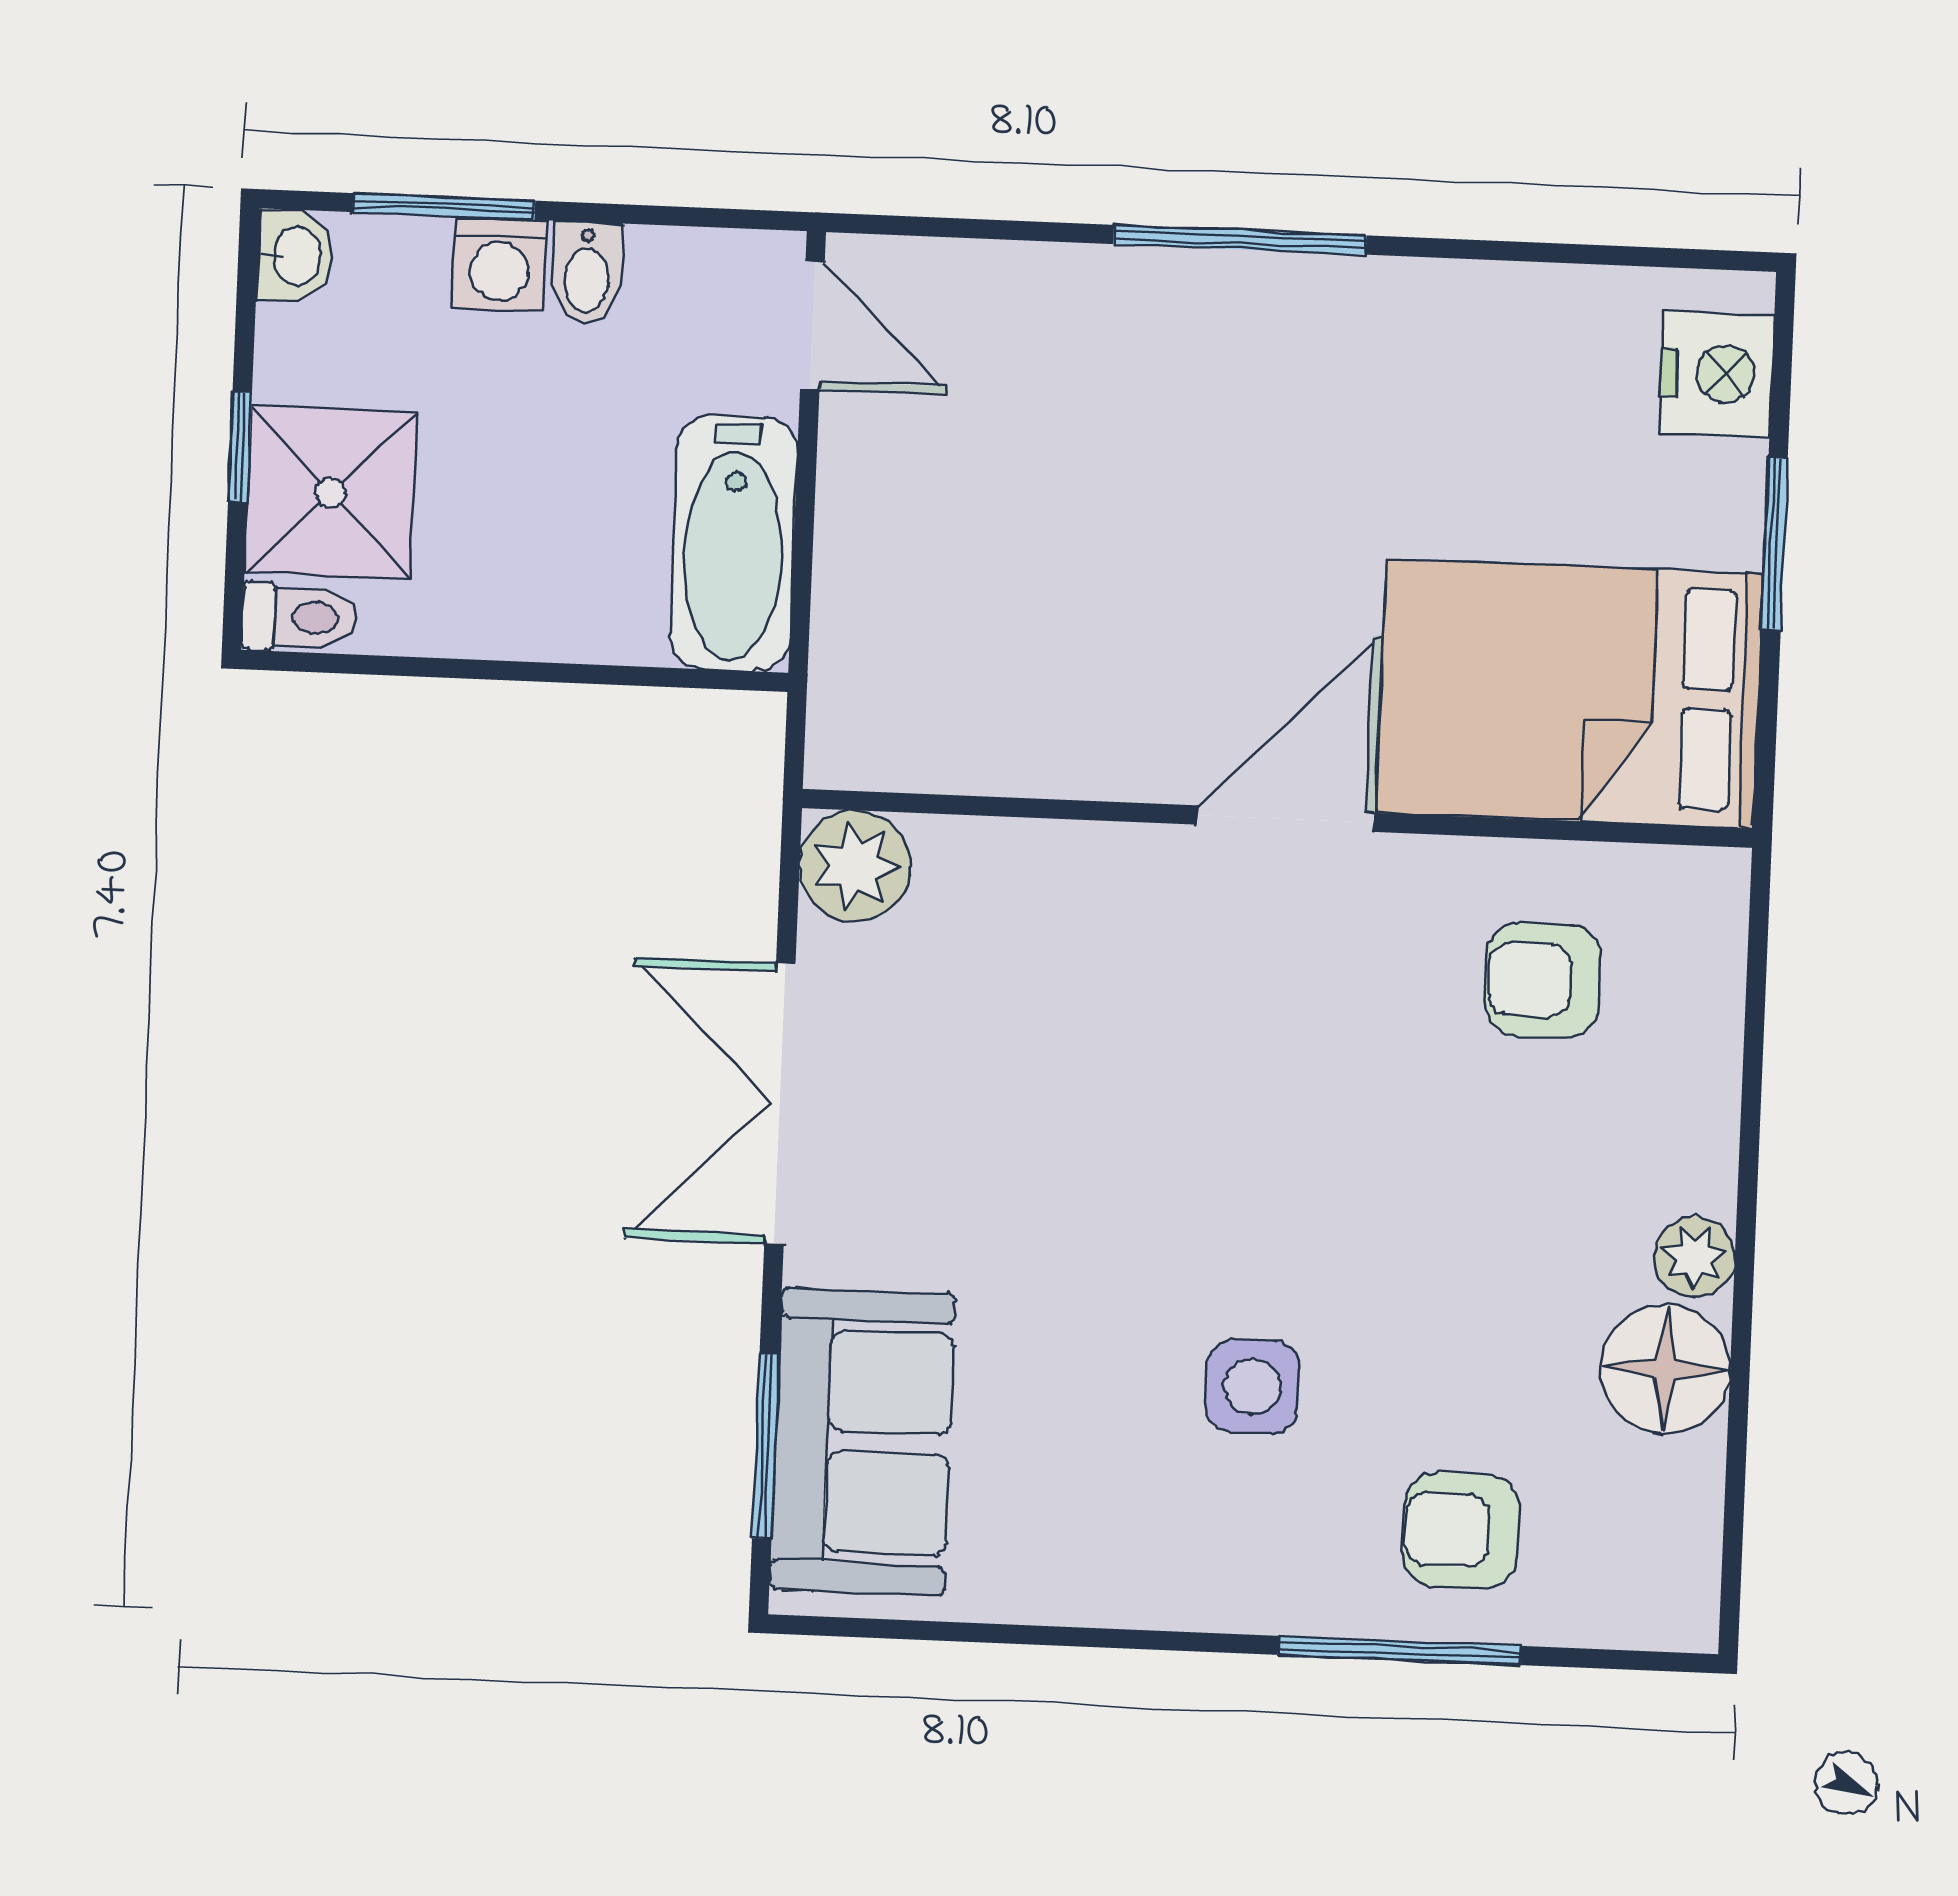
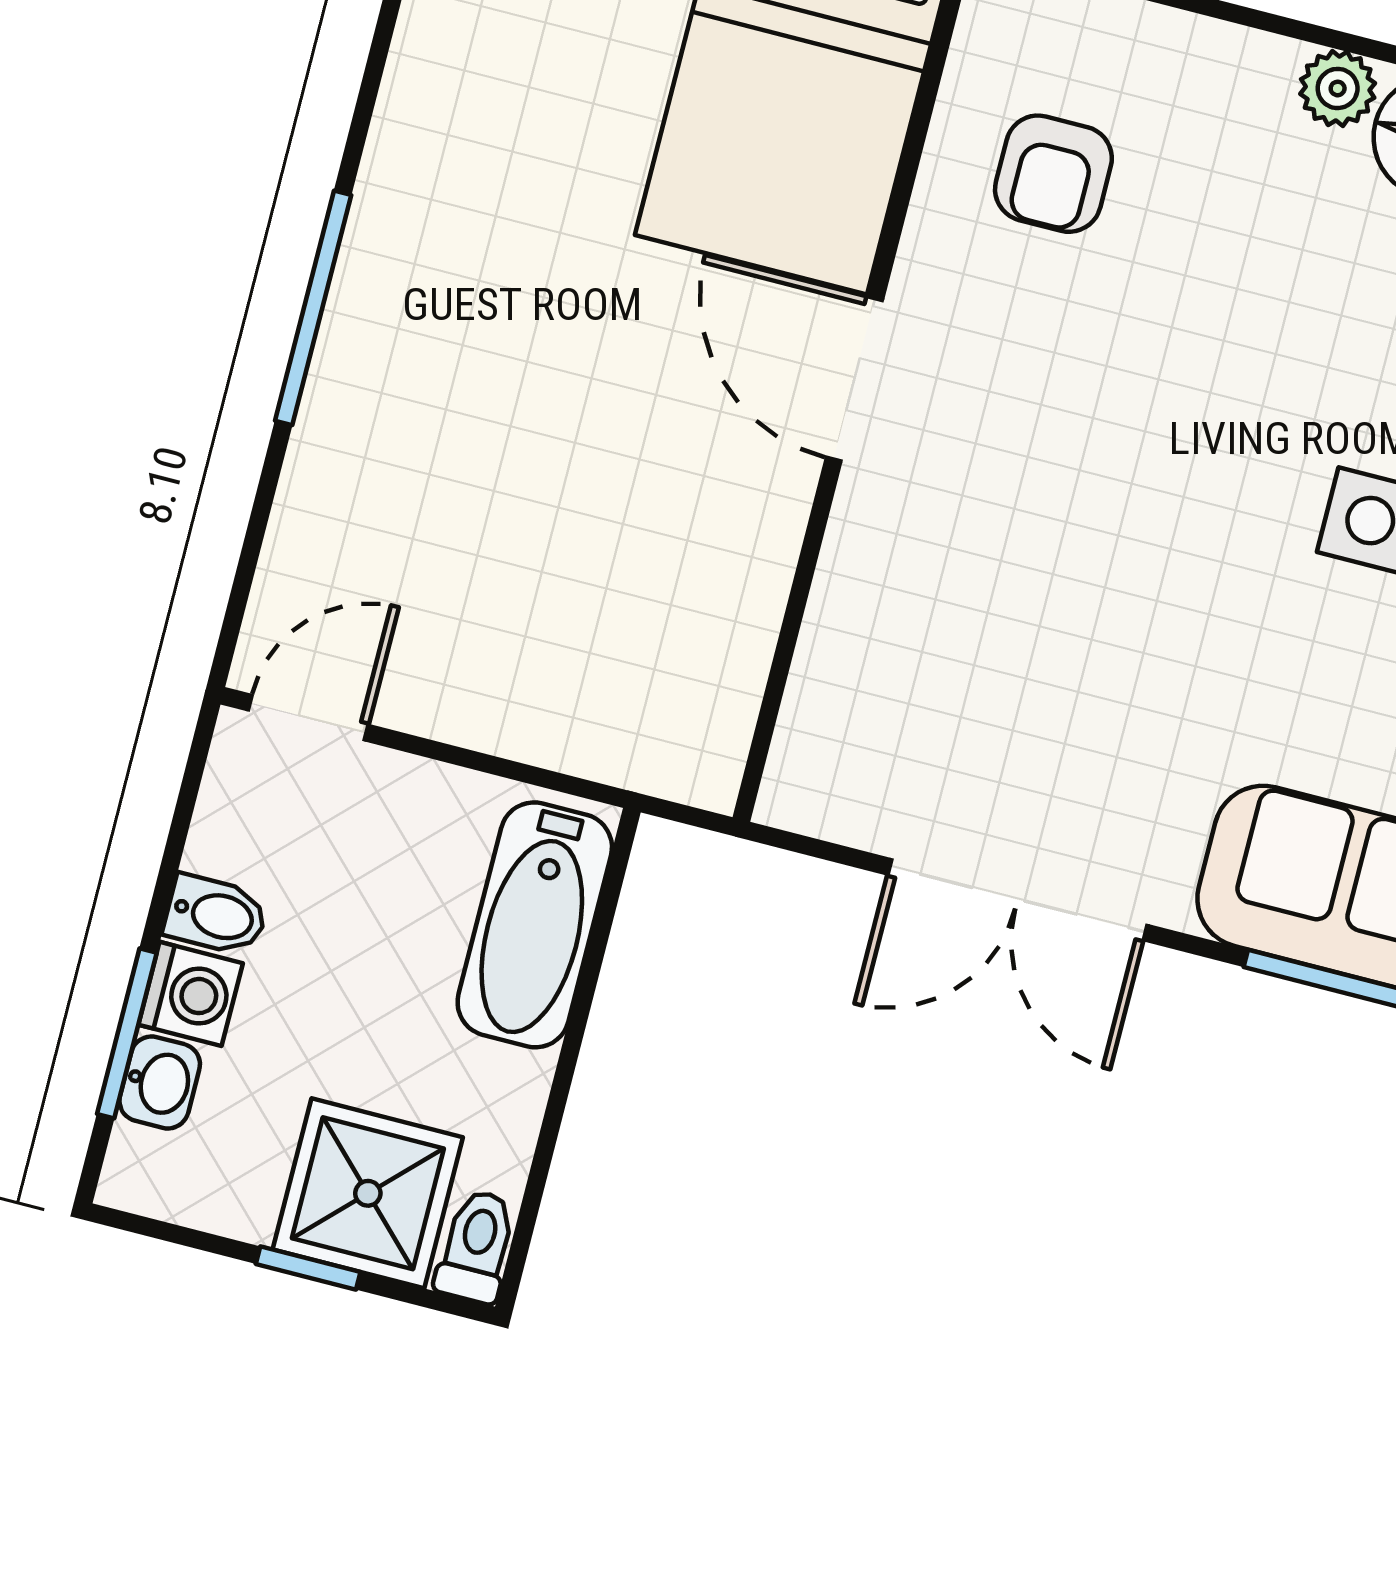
washbasin: (295, 256) -> (160, 1082), moved, turned 90
bathtub: (734, 543) -> (535, 925), moved, turned 90
plant: (855, 866) -> (814, 784), removed

